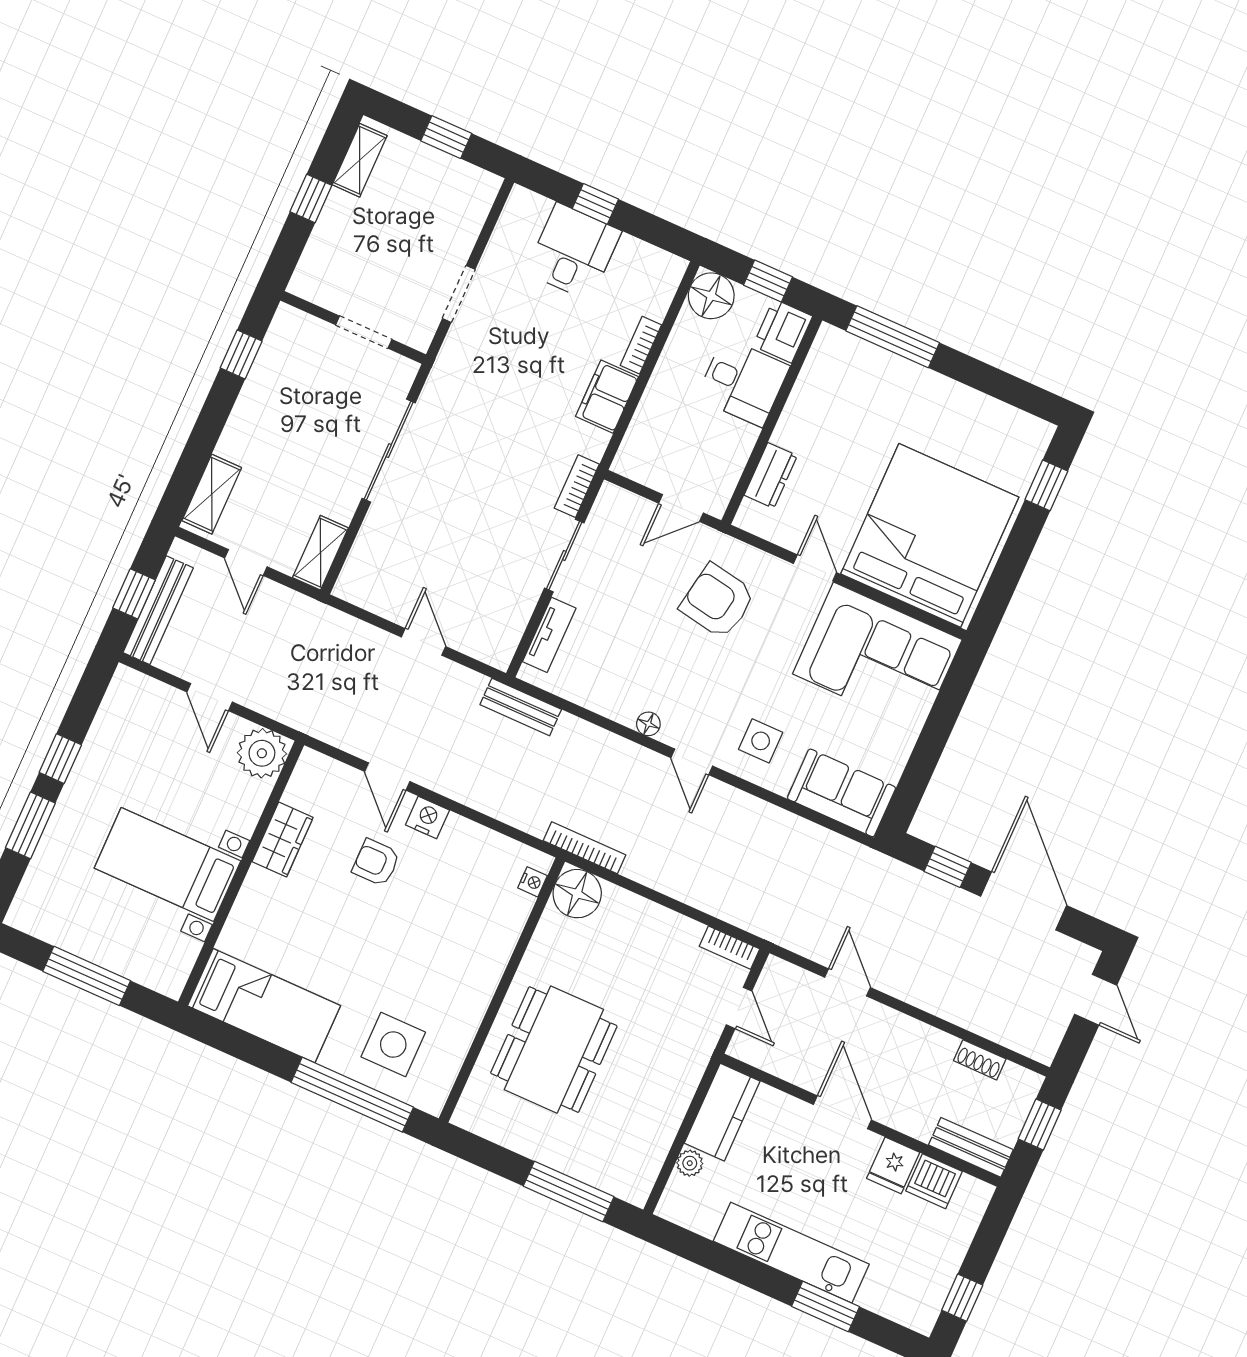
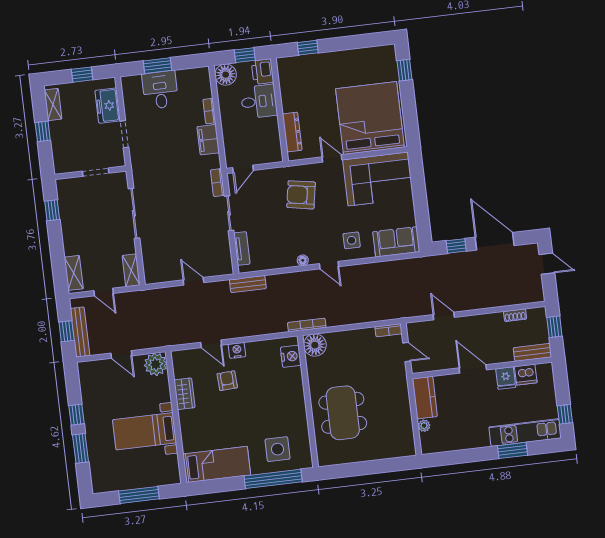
window: (595, 204) -> (157, 66), width x1.50
freezer: (459, 223) -> (108, 106), added
window: (893, 337) -> (308, 48), width x0.46
dresser: (771, 475) -> (292, 132), width x1.44
door: (681, 508) -> (243, 169), moved
armchair: (376, 863) -> (227, 381), turned 87
nightstand: (533, 882) -> (291, 356), width x1.89, depth x1.79
window: (569, 1191) -> (383, 466), removed
kitchen unit: (791, 1253) -> (525, 432), moved

